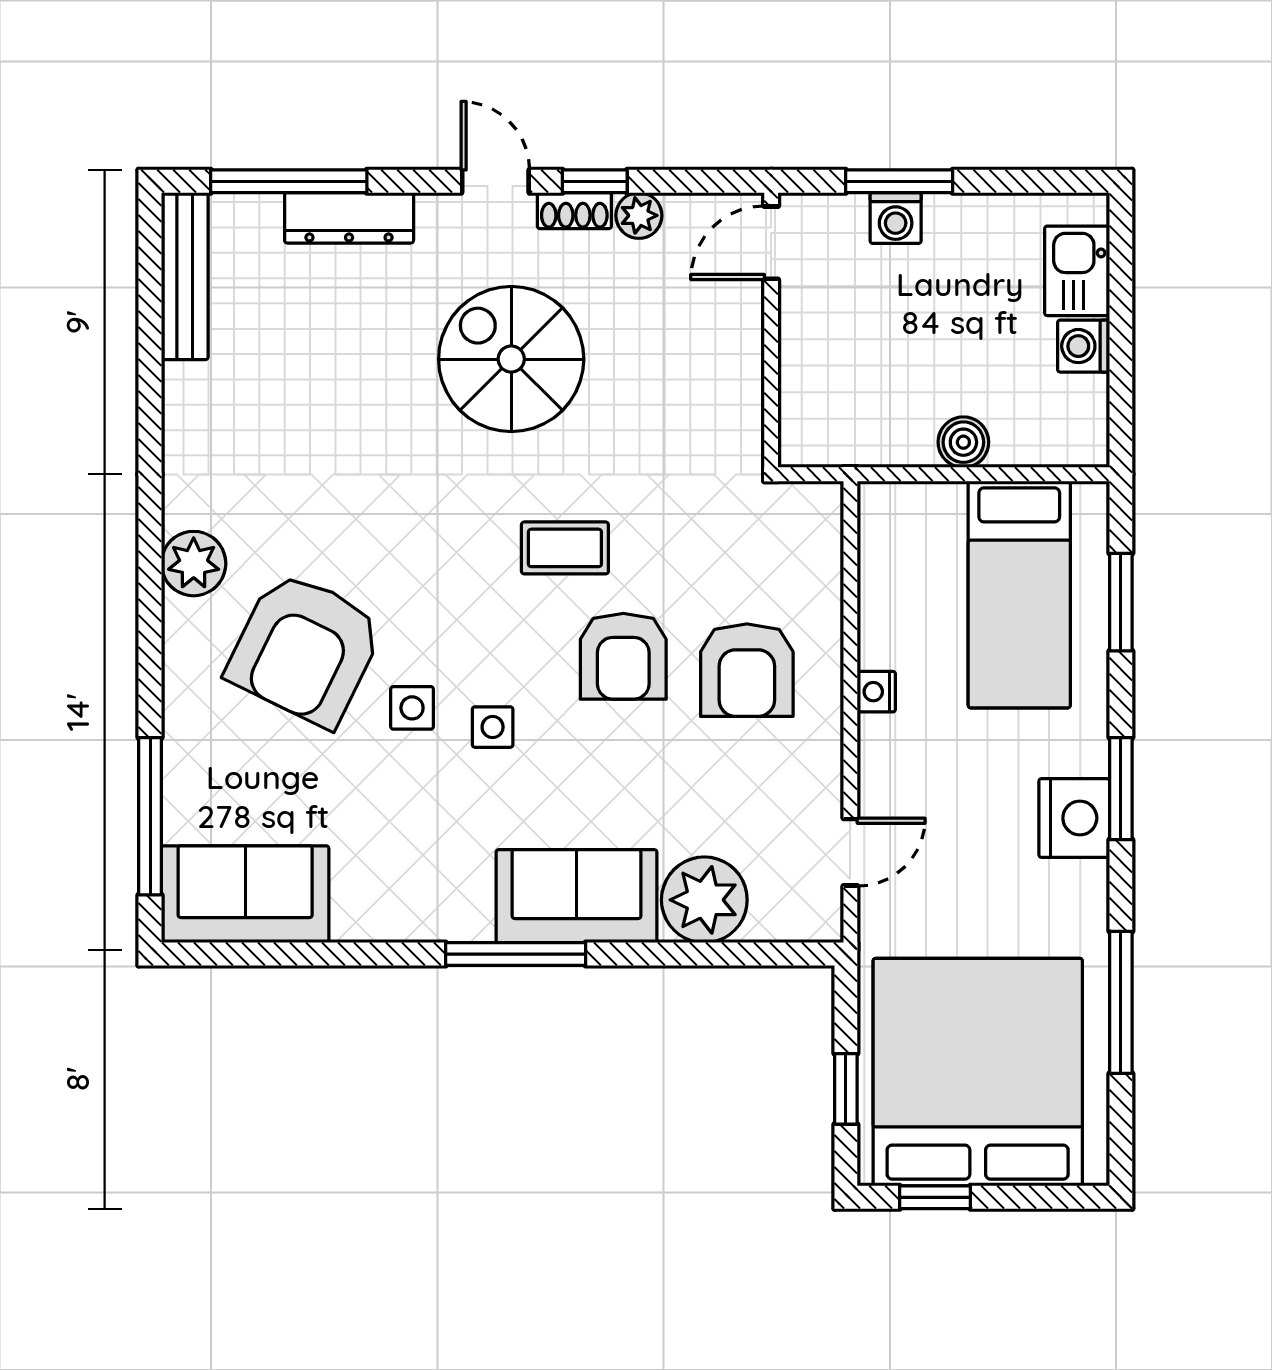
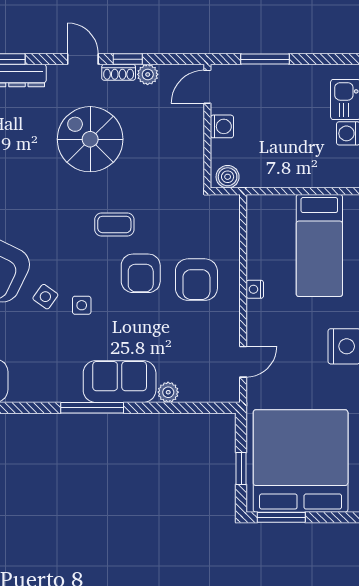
washing machine: (896, 218) -> (222, 126), moved, turned -90
boiler: (963, 442) -> (228, 177), moved
side table: (412, 708) -> (45, 297), turned 36
plant: (704, 900) -> (168, 392), width x0.53, depth x0.53
window: (935, 1197) -> (281, 517), width x1.50

